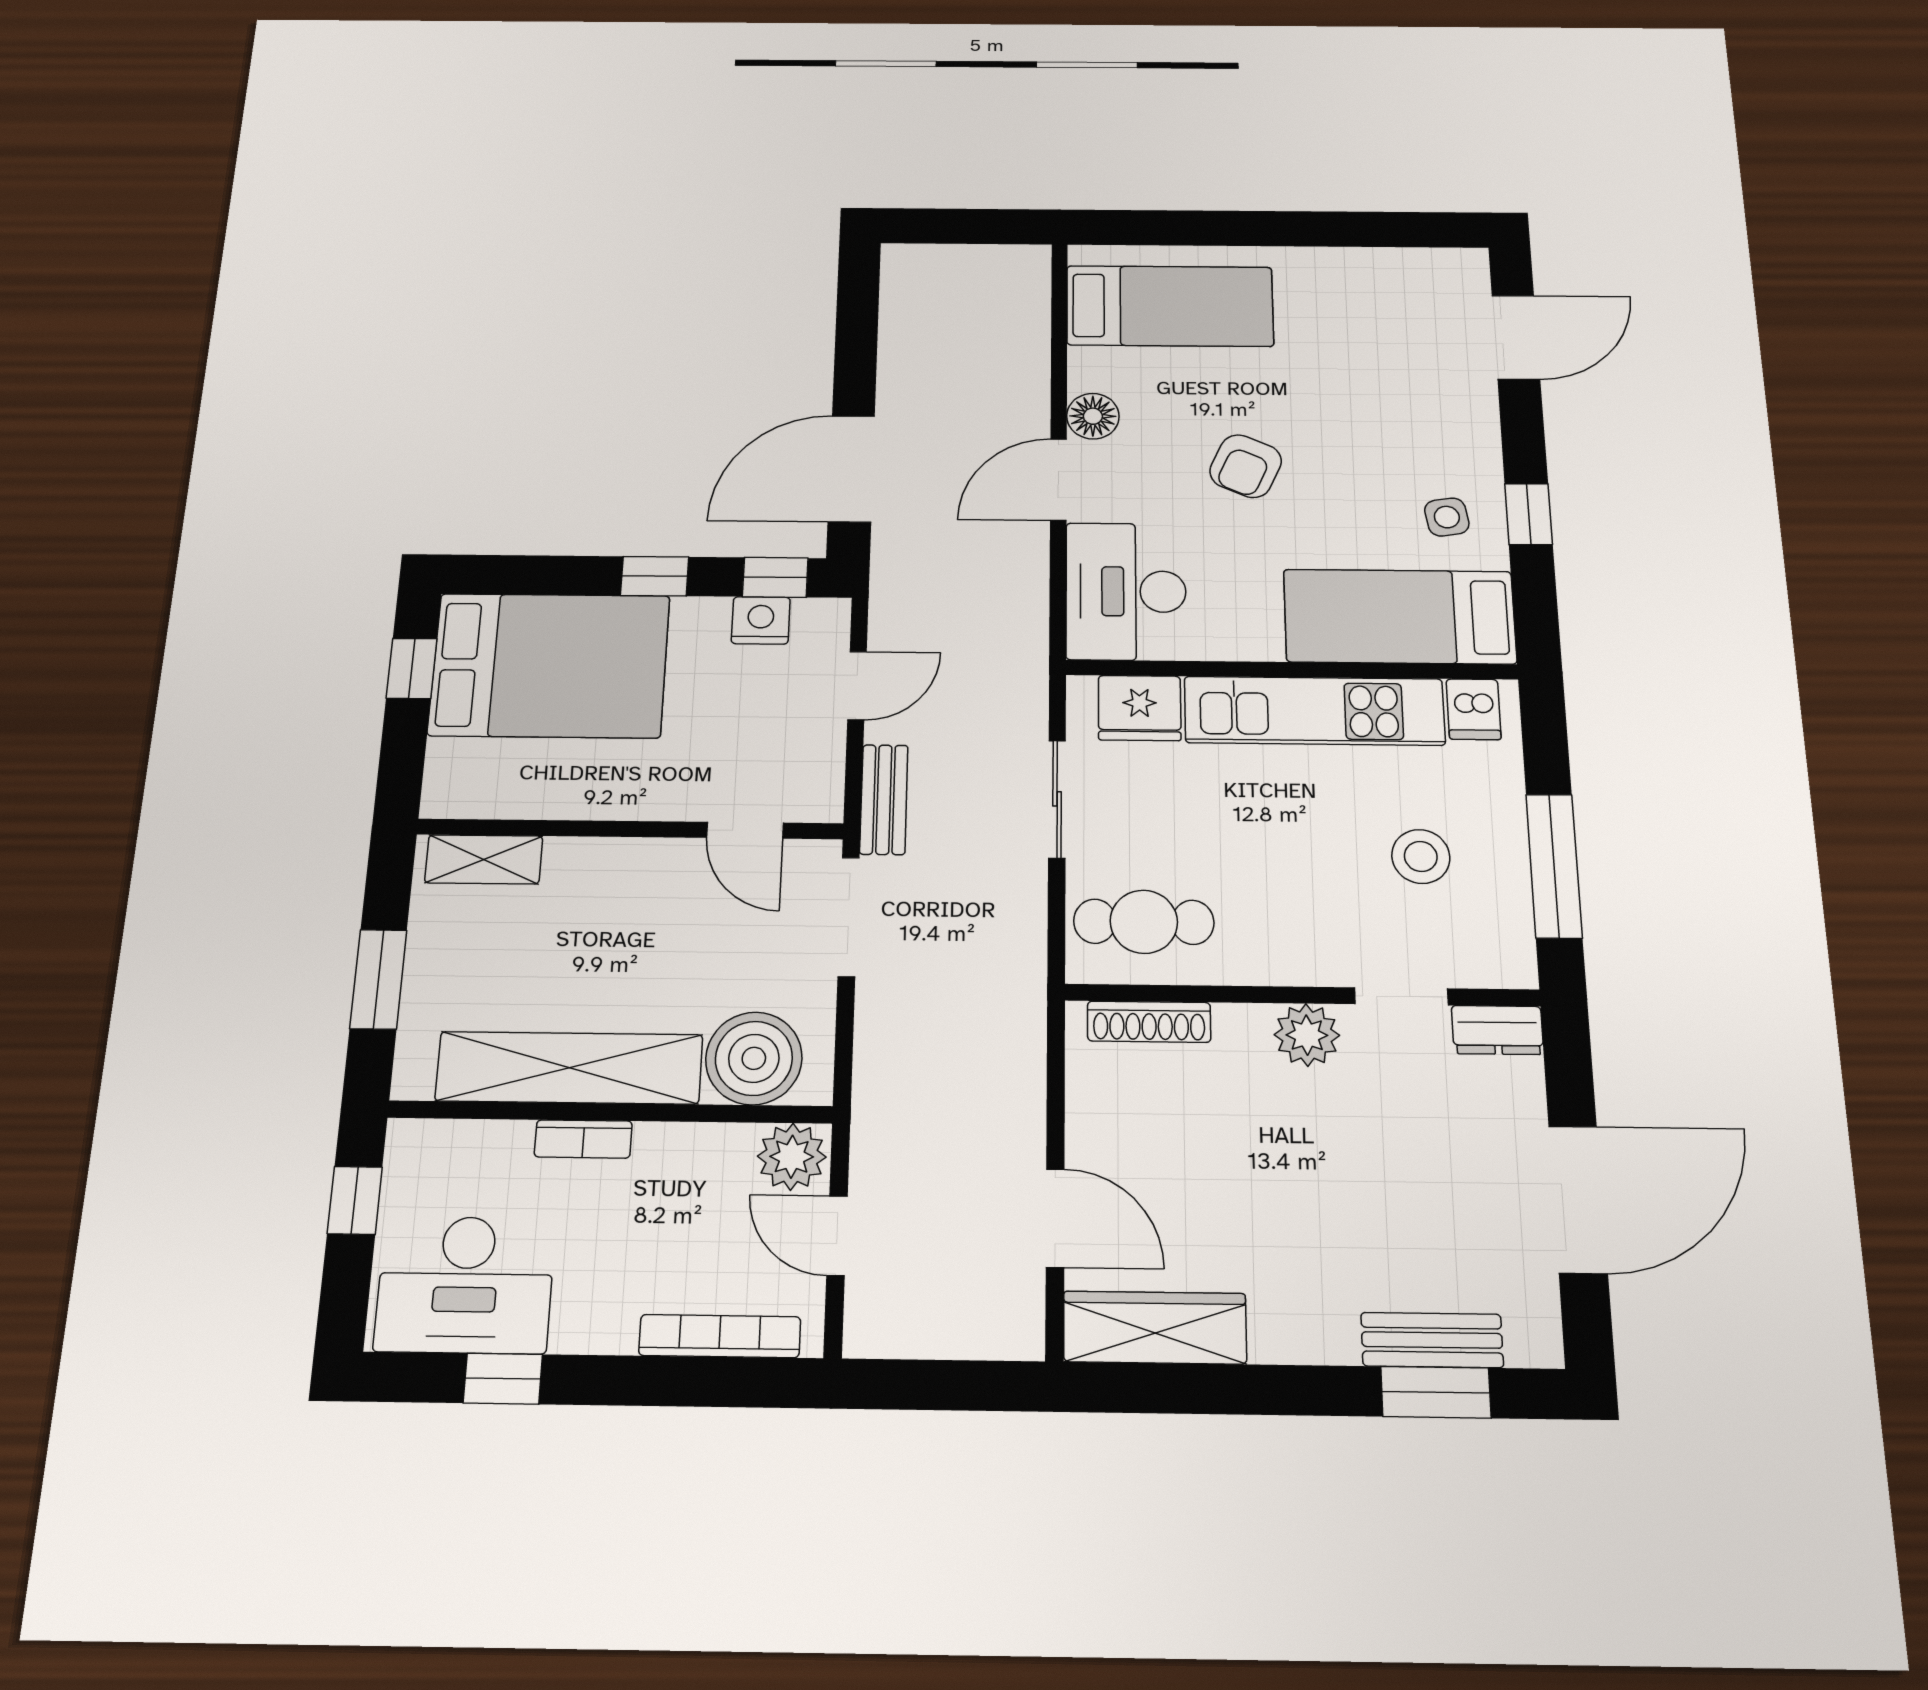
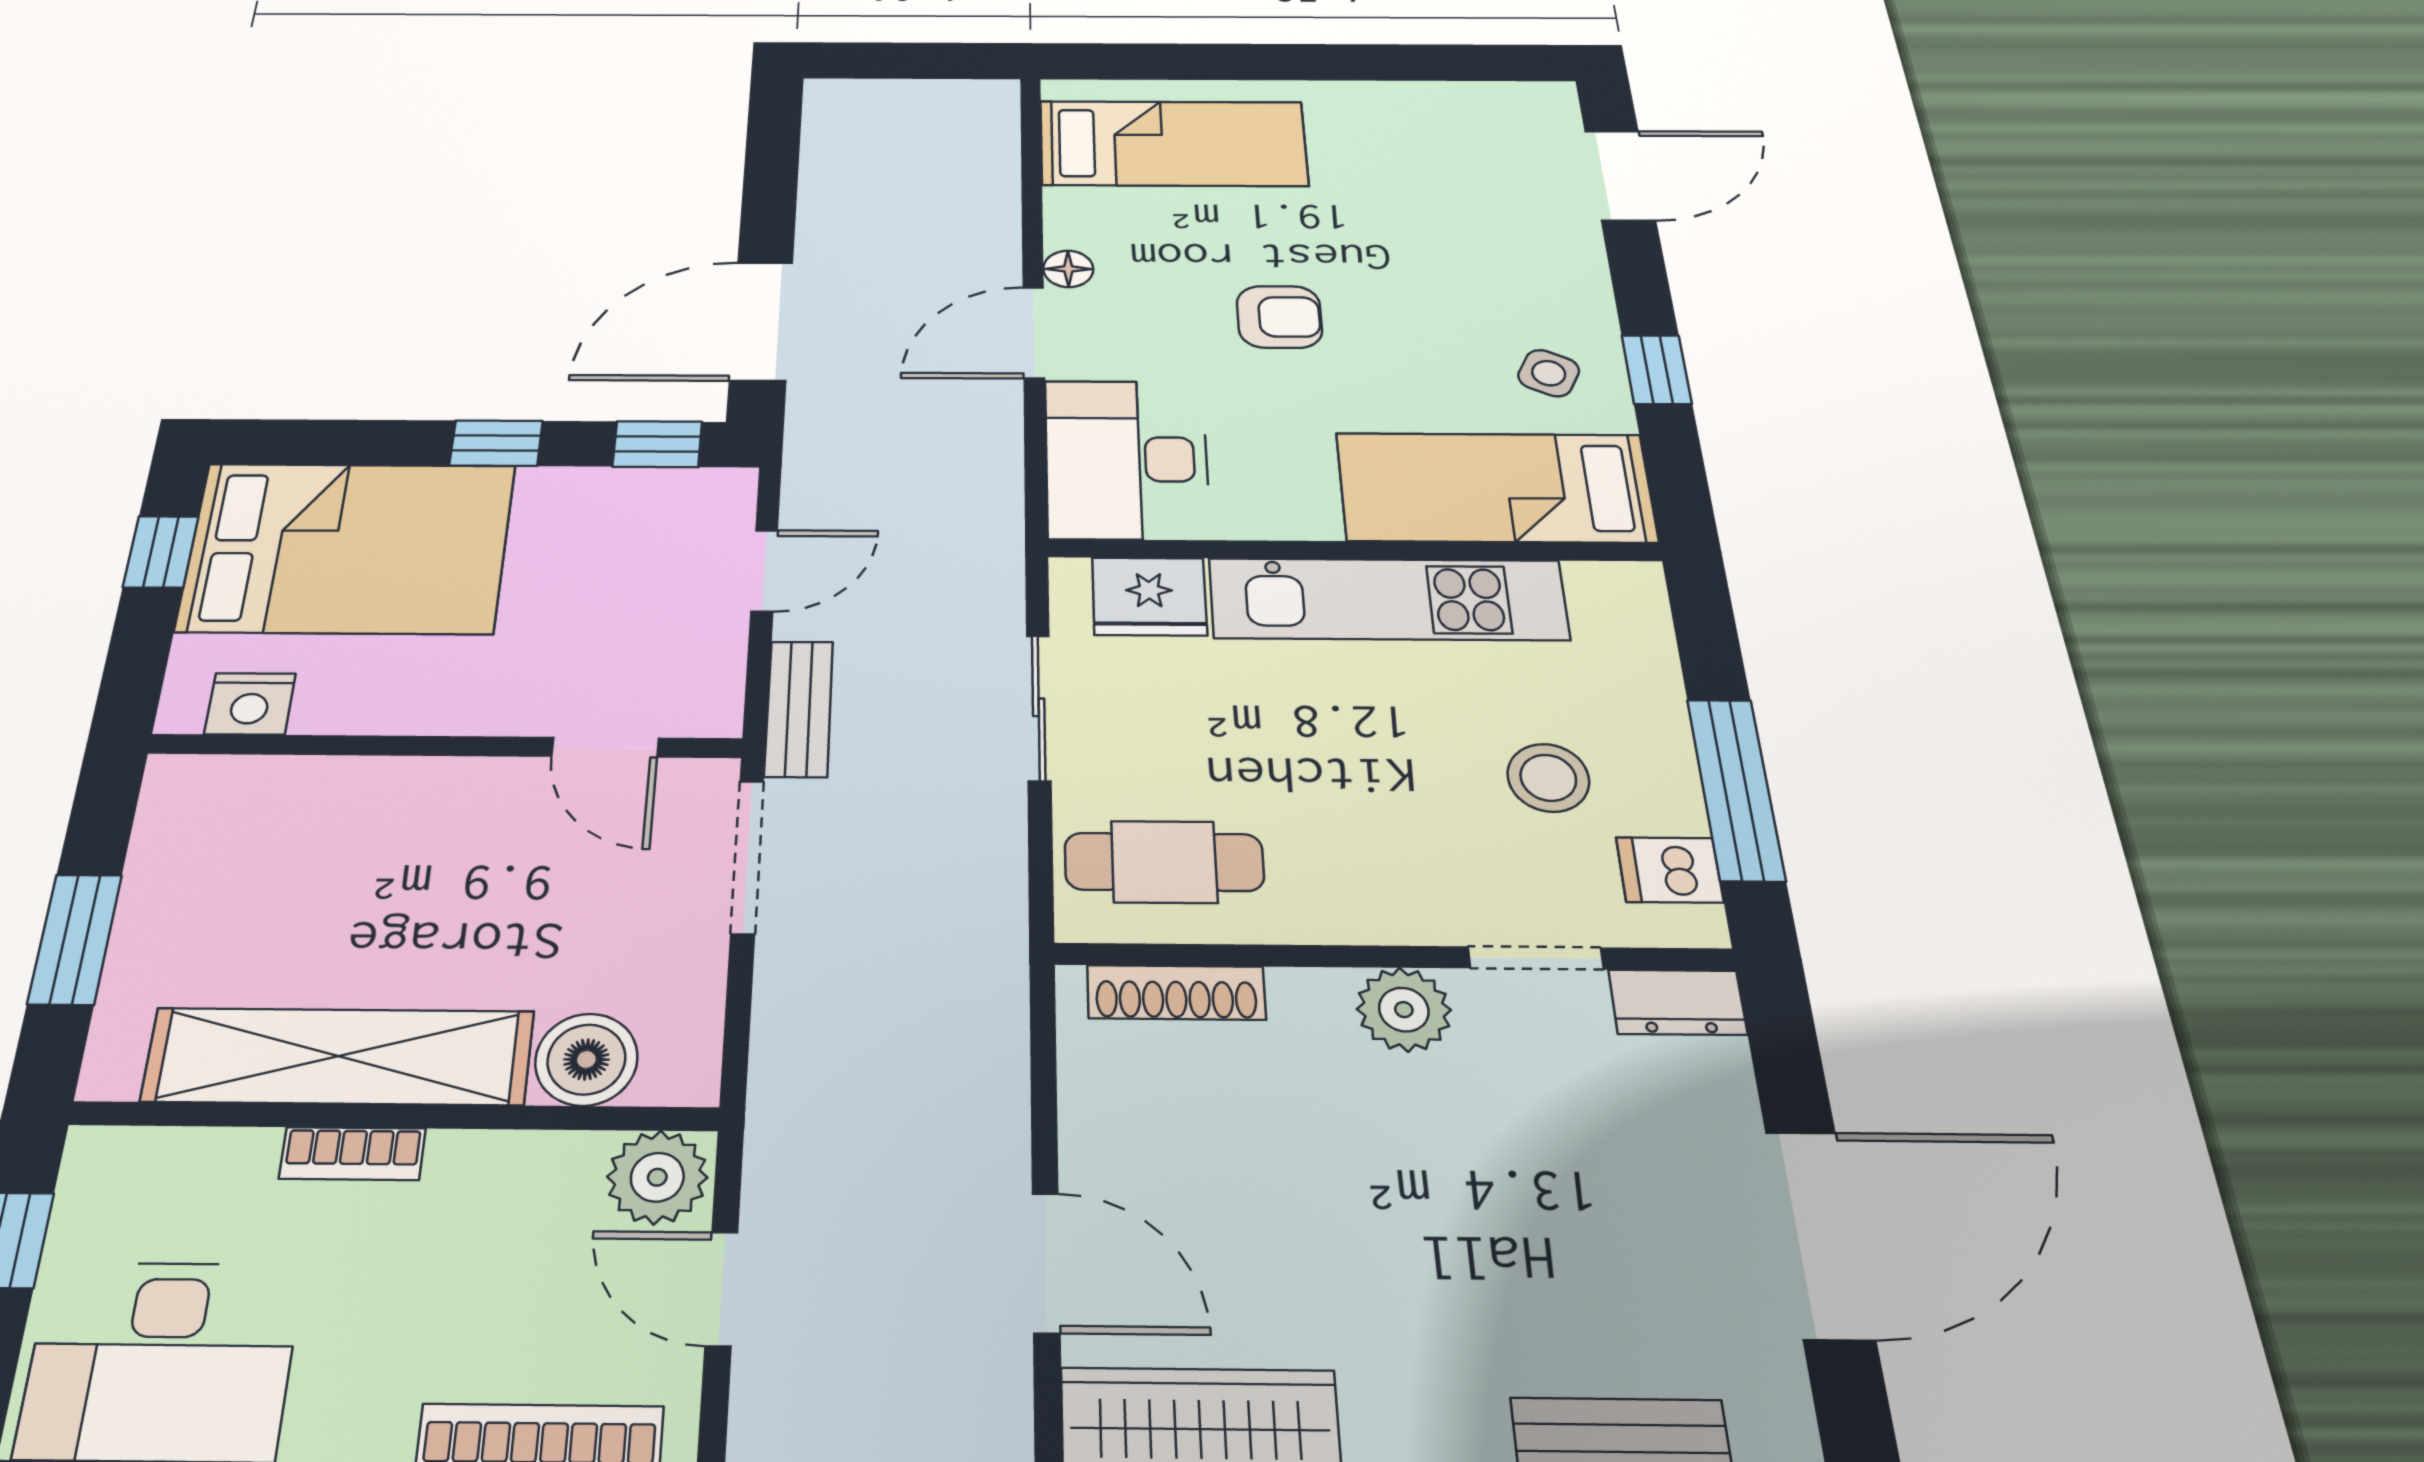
floor lamp: (1093, 416) -> (1068, 269), width x0.73, depth x0.73
armchair: (1246, 466) -> (1279, 317), turned -114
side table: (1447, 517) -> (1549, 373), turned 35
nightstand: (761, 620) -> (250, 704), moved, turned 180
dishwasher: (1474, 709) -> (1670, 870), moved, turned 90
shelving: (484, 859) -> (238, 785), removed
boiler: (754, 1058) -> (586, 1059), width x0.73, depth x0.73

